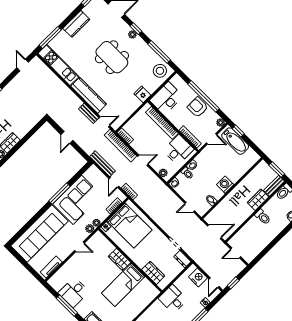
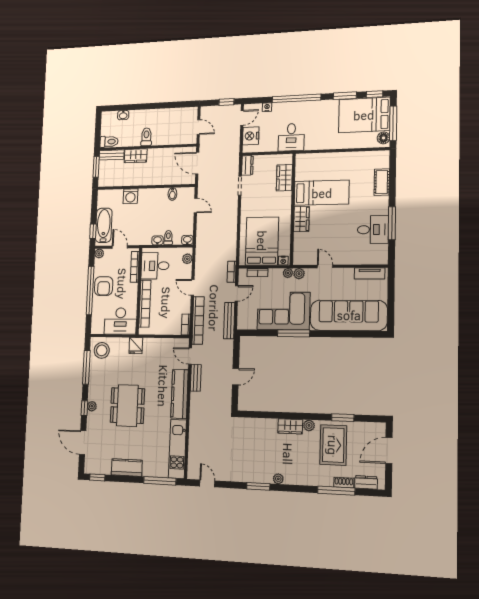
door: (23, 65) -> (207, 483), swing flipped
washing machine: (225, 185) -> (130, 196), moved

